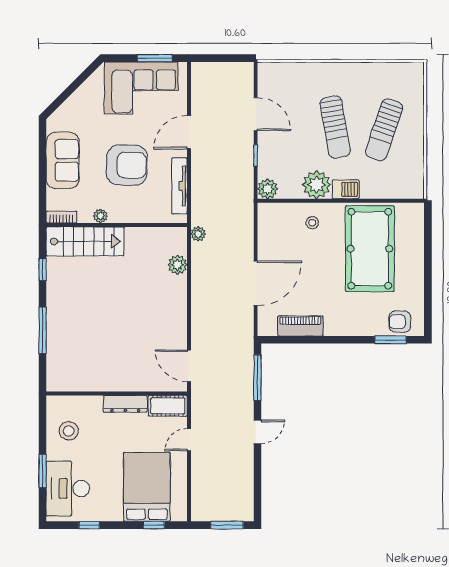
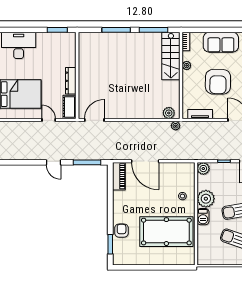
tv unit: (179, 186) -> (200, 114), width x0.71
plant: (177, 265) -> (169, 113), moved
window: (43, 270) -> (154, 30), width x2.17
armchair: (400, 322) -> (122, 231), moved
piano: (300, 326) -> (119, 176), moved
stool: (69, 431) -> (54, 46), removed
window: (43, 471) -> (57, 30), moved

